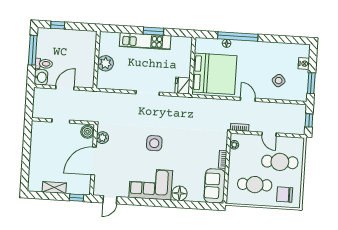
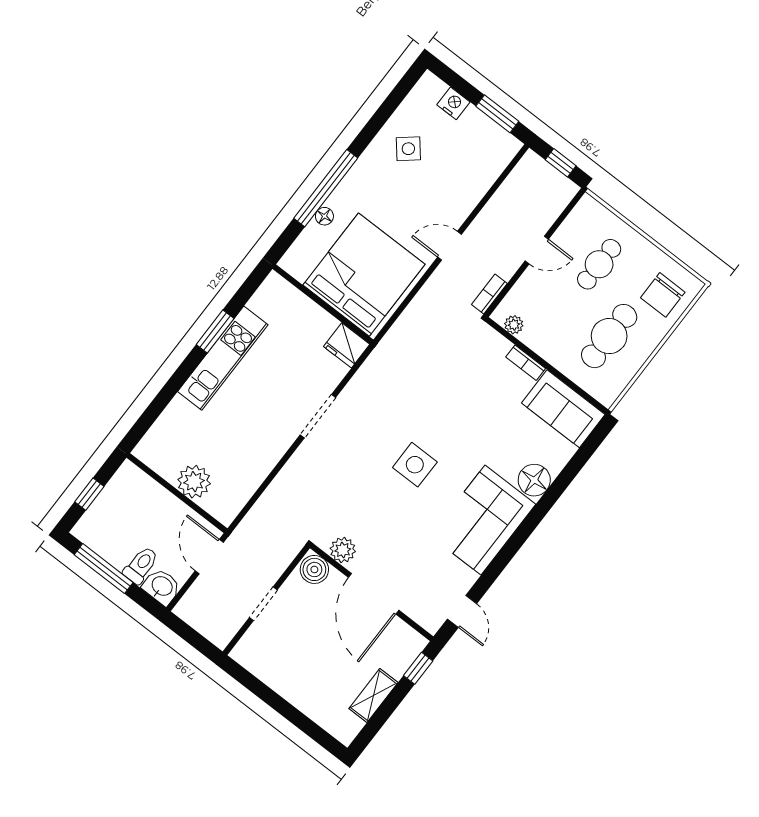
wall: (97, 60) -> (177, 493), moved
plant: (105, 63) -> (194, 482), moved
side table: (279, 81) -> (408, 149), moved
cafe table: (280, 162) -> (599, 264), width x0.73, depth x0.74

